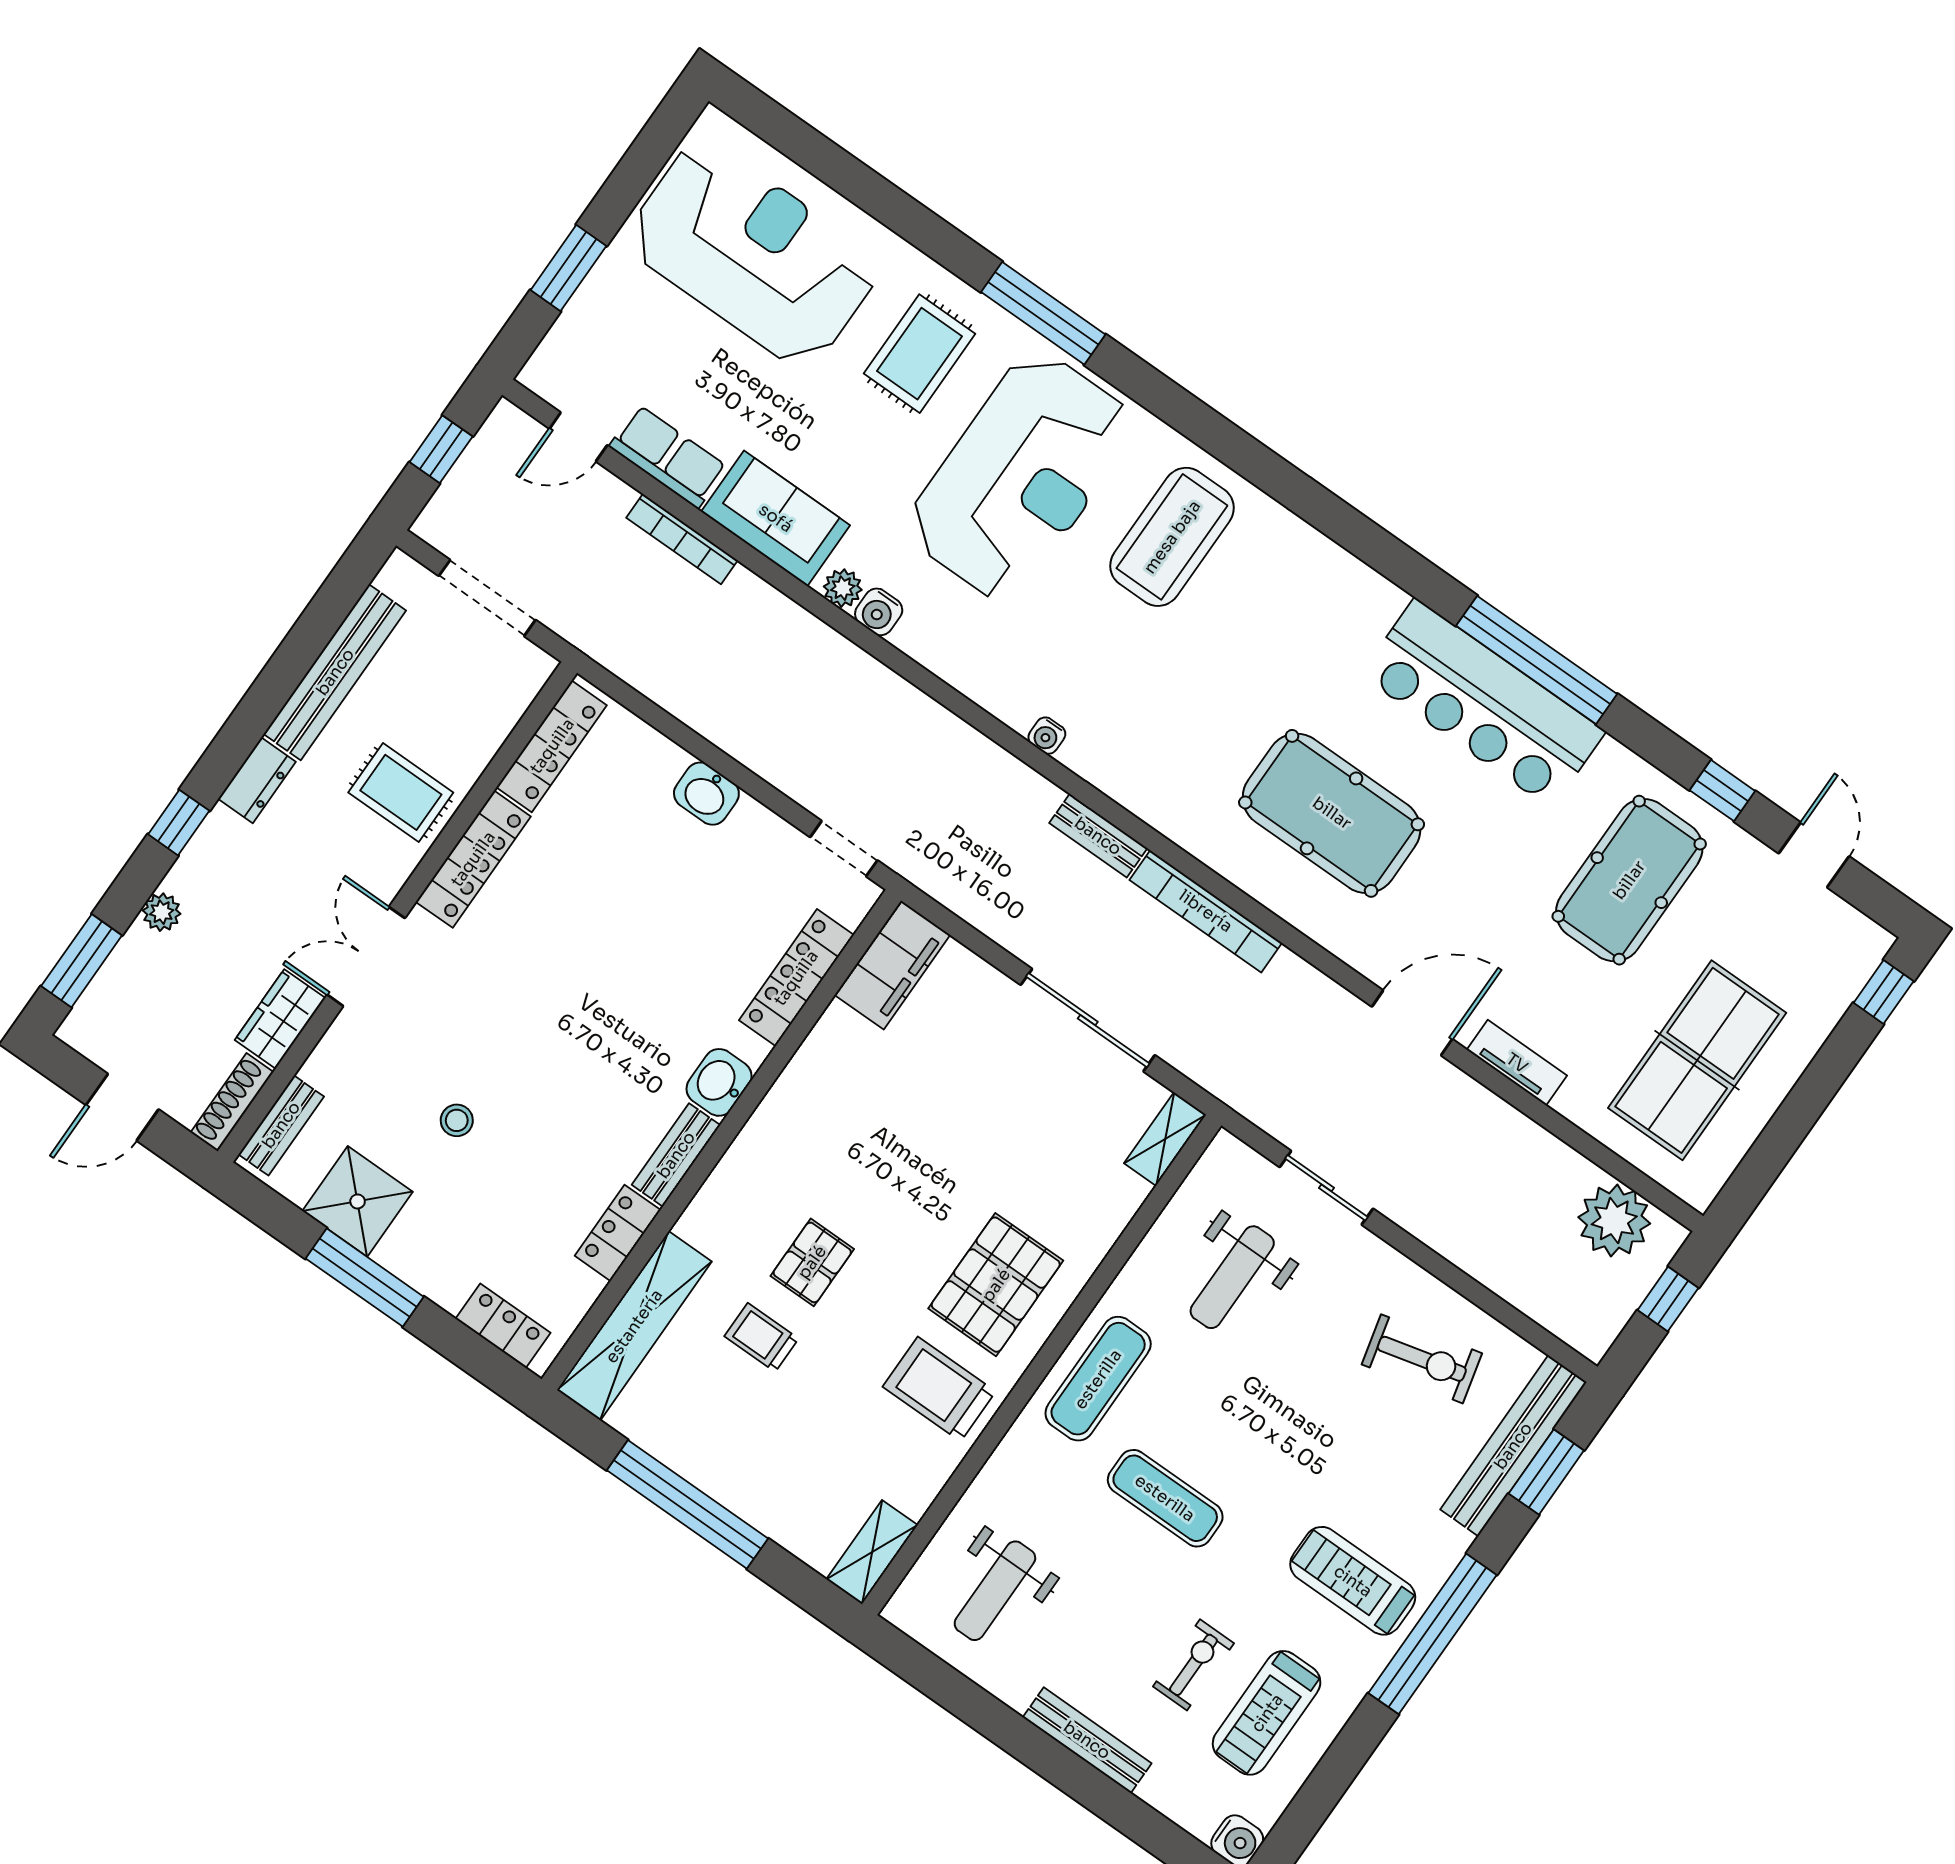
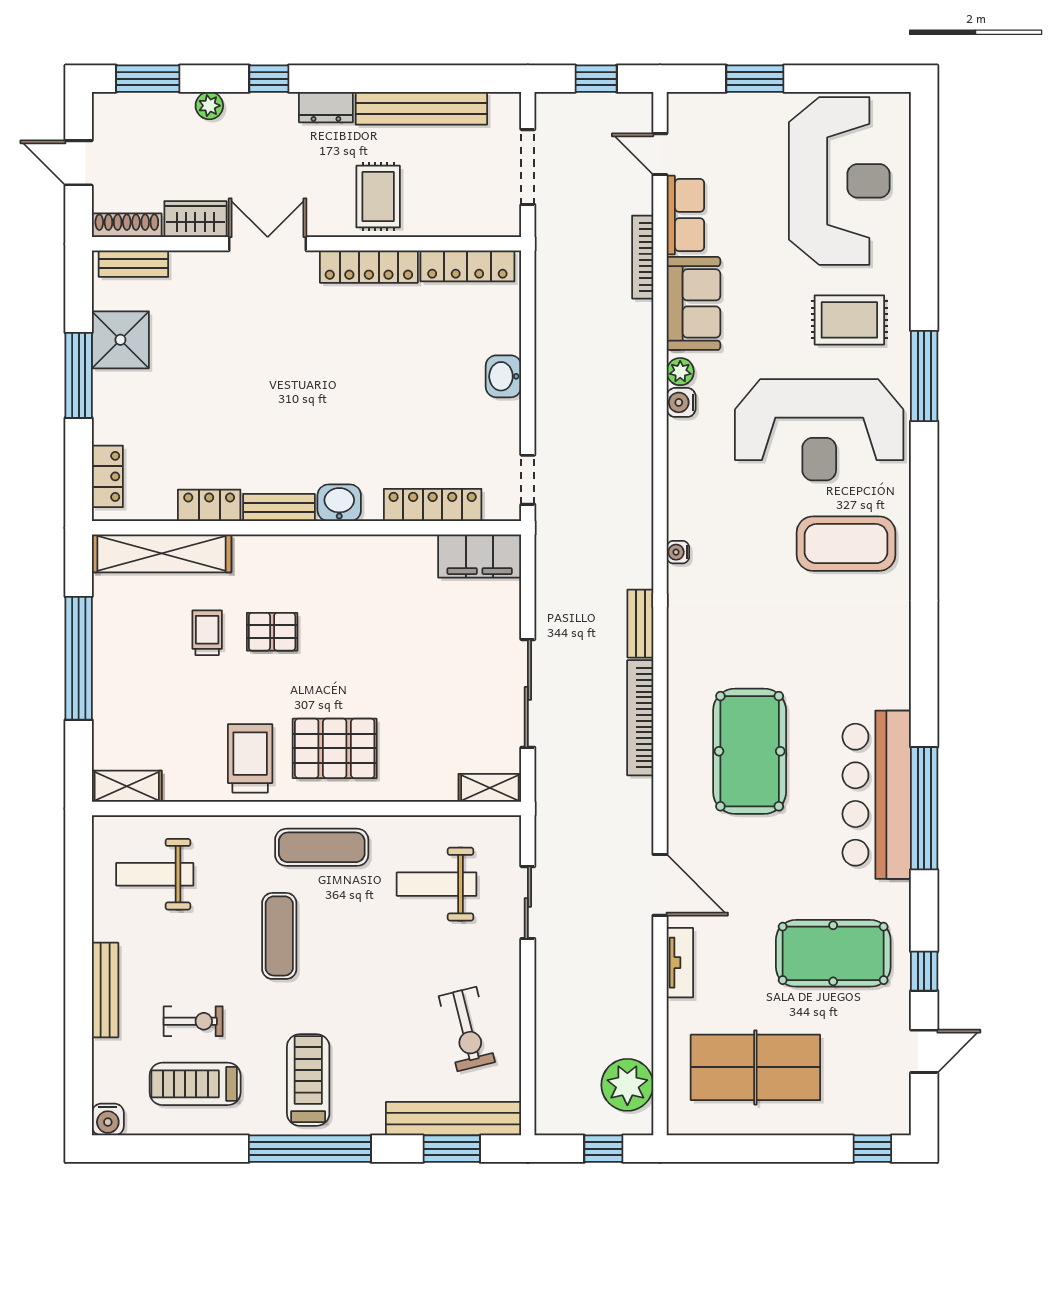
stool: (457, 1120) -> (209, 365), removed

